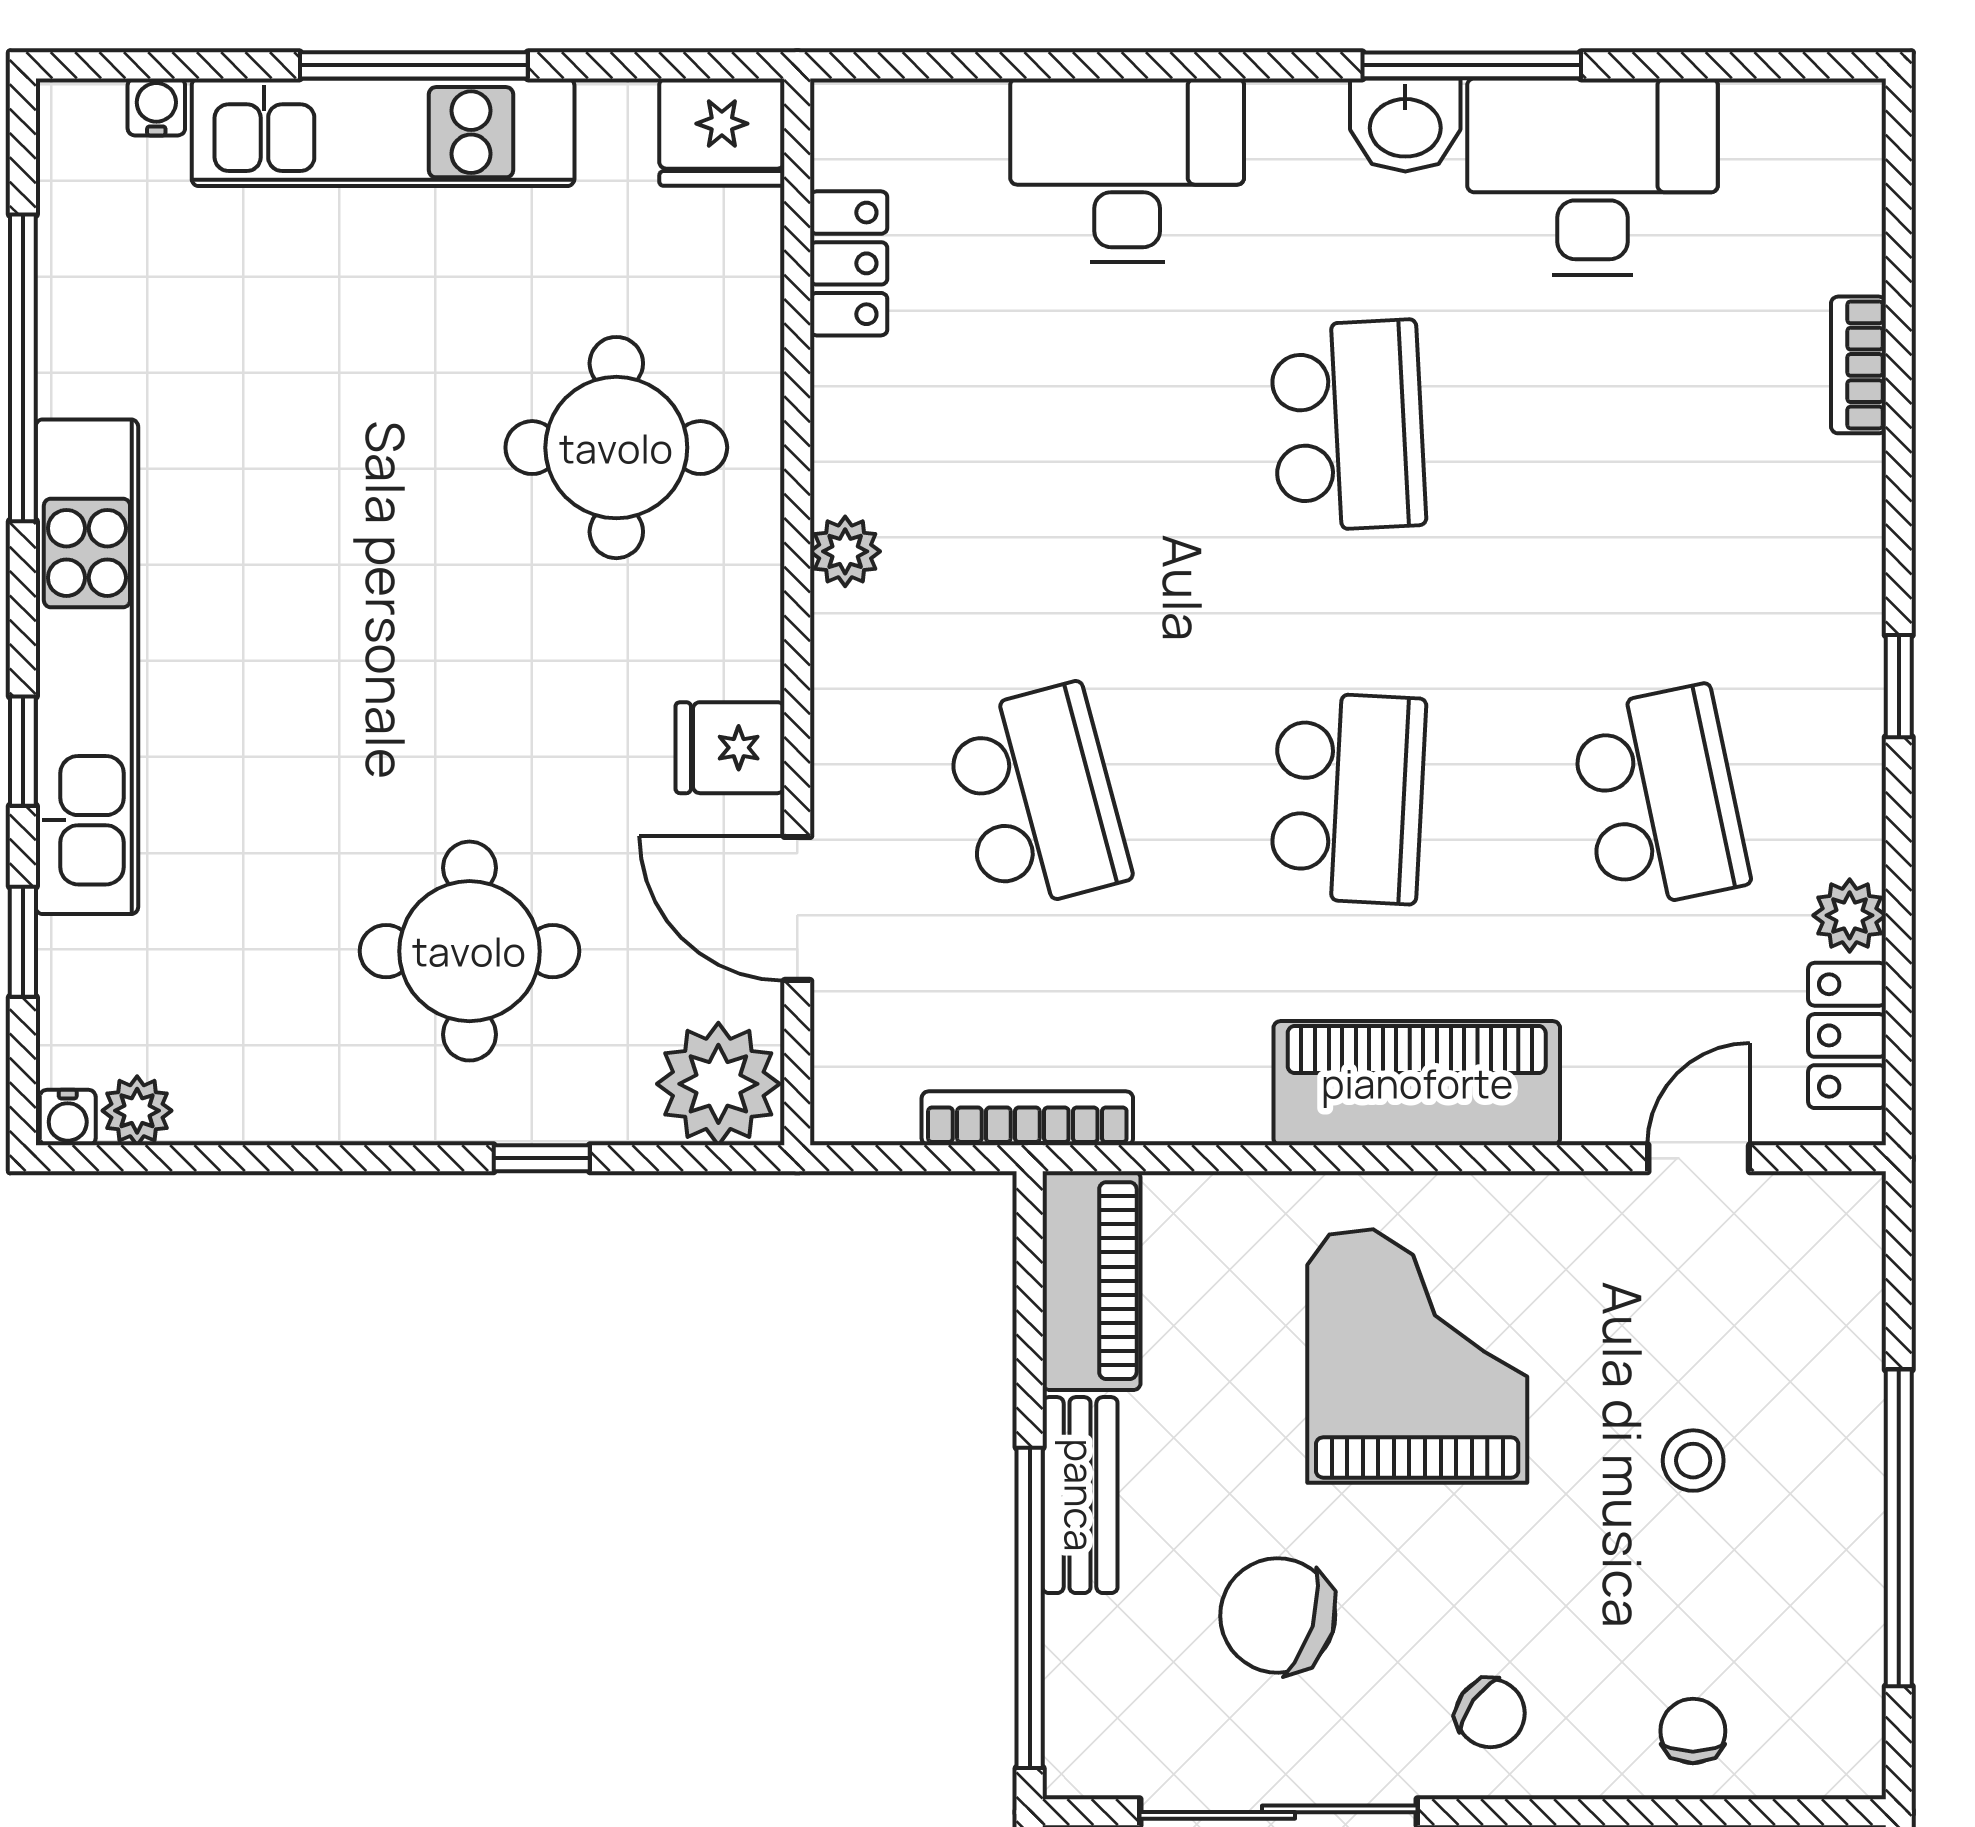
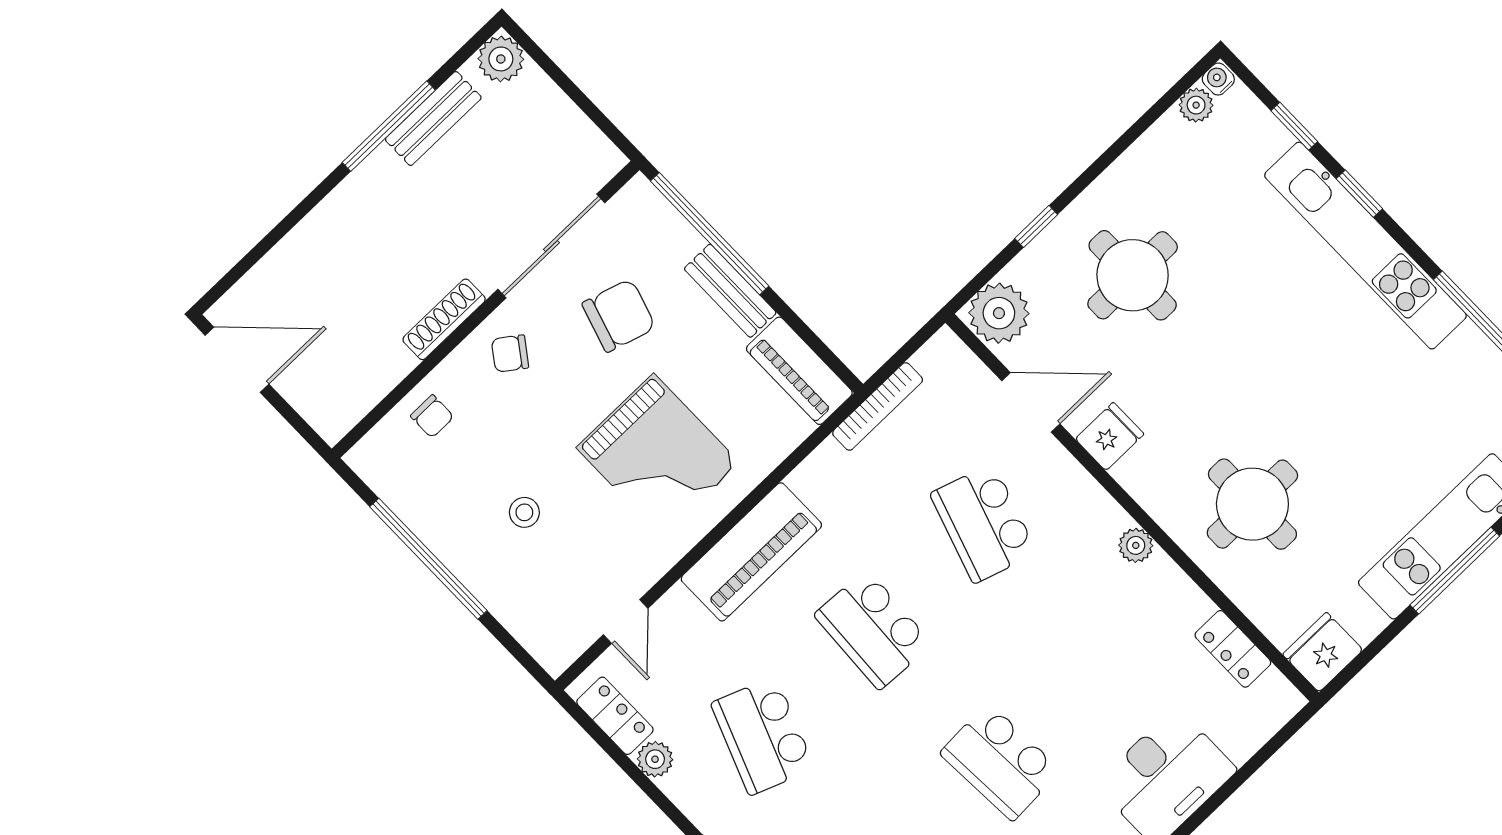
school desk: (1037, 798) -> (984, 523), turned 33
school desk: (1659, 798) -> (763, 736), turned 33

